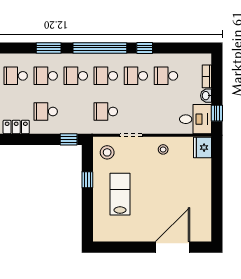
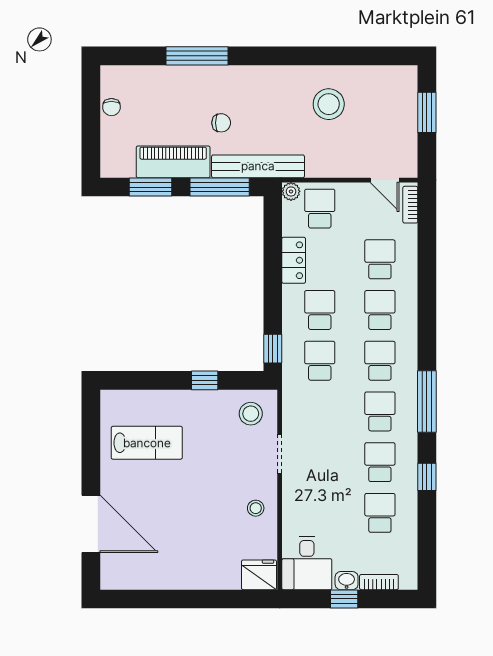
window: (49, 48) -> (427, 315), removed
window: (100, 48) -> (427, 401), width x0.68
school desk: (106, 111) -> (320, 361), moved
window: (217, 113) -> (344, 599), moved
lab bench: (120, 194) -> (147, 443), moved

